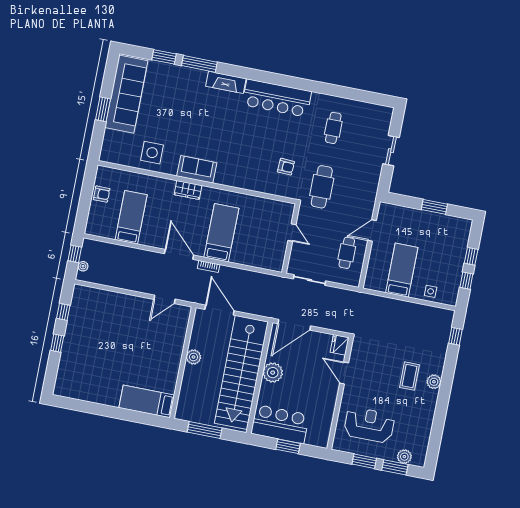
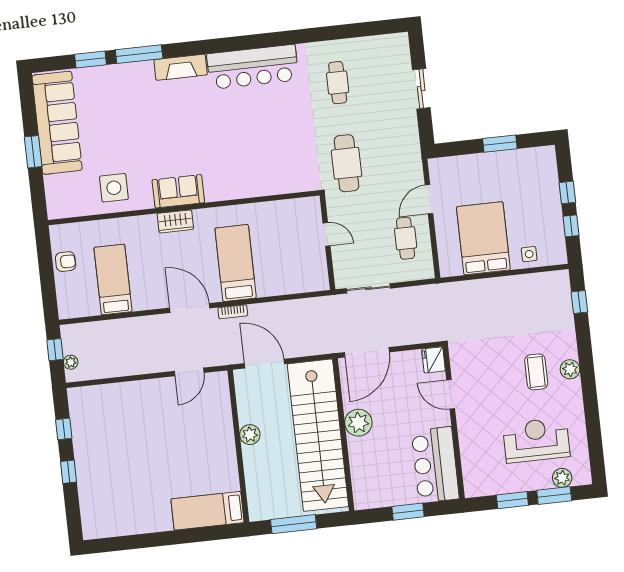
armchair: (286, 167) -> (292, 152), removed
bed: (402, 270) -> (483, 238), width x1.50
bar counter: (280, 424) -> (435, 465), moved, turned -90
reception desk: (369, 425) -> (536, 440), moved

